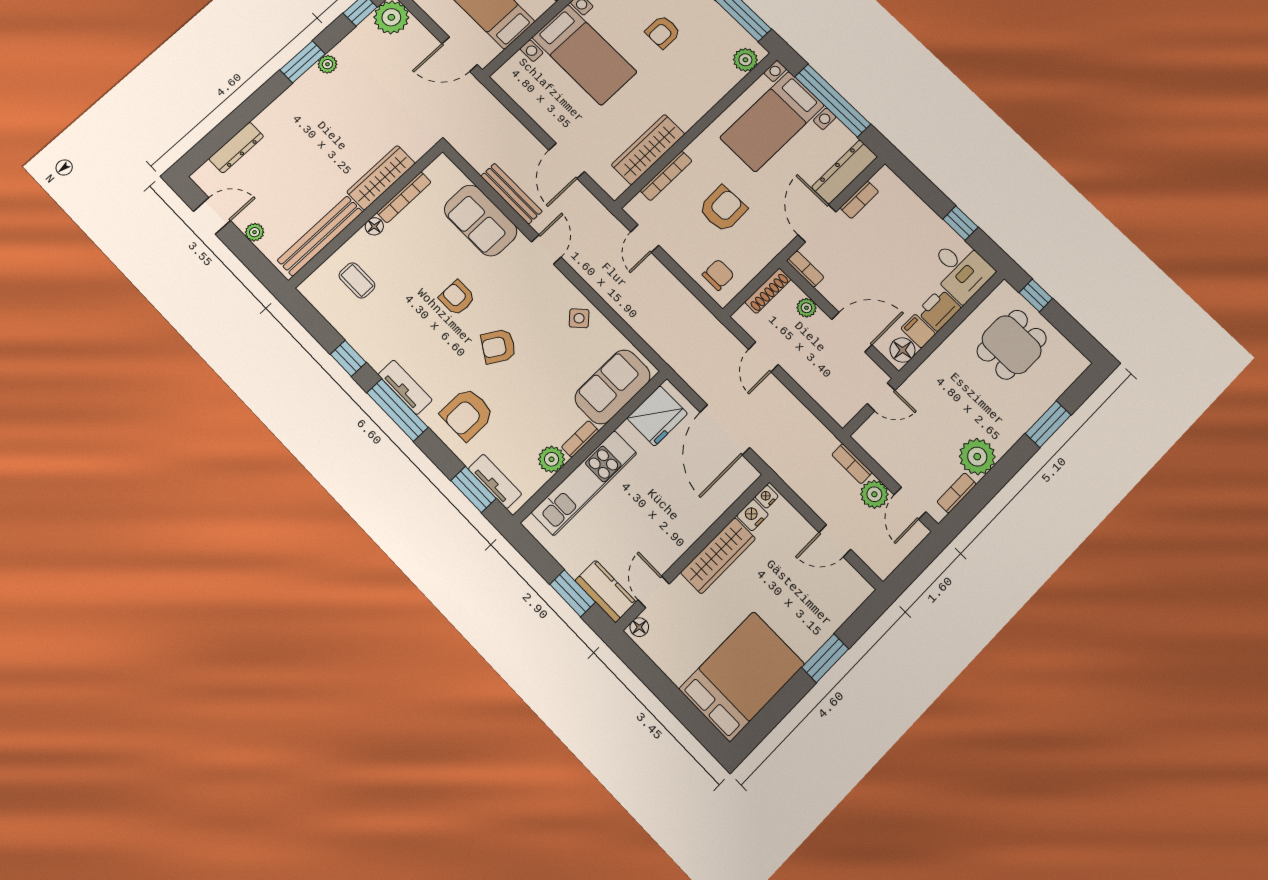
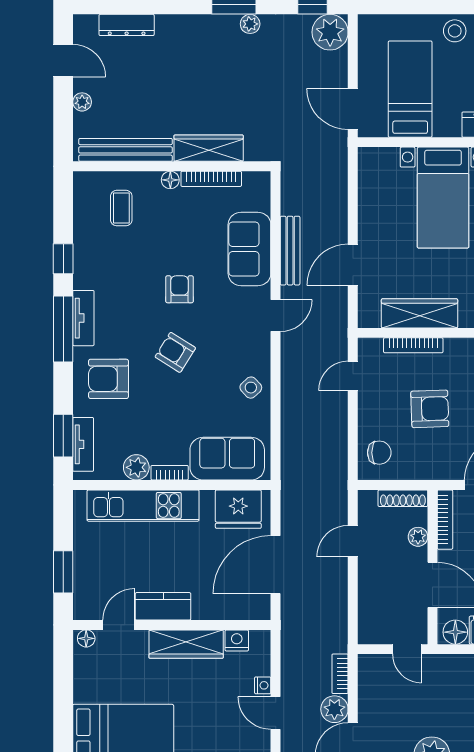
bookcase: (805, 269) -> (445, 520), width x1.56
nightstand: (767, 497) -> (263, 685), moved, turned 90
kitchen counter: (606, 591) -> (163, 606), moved, turned -90

